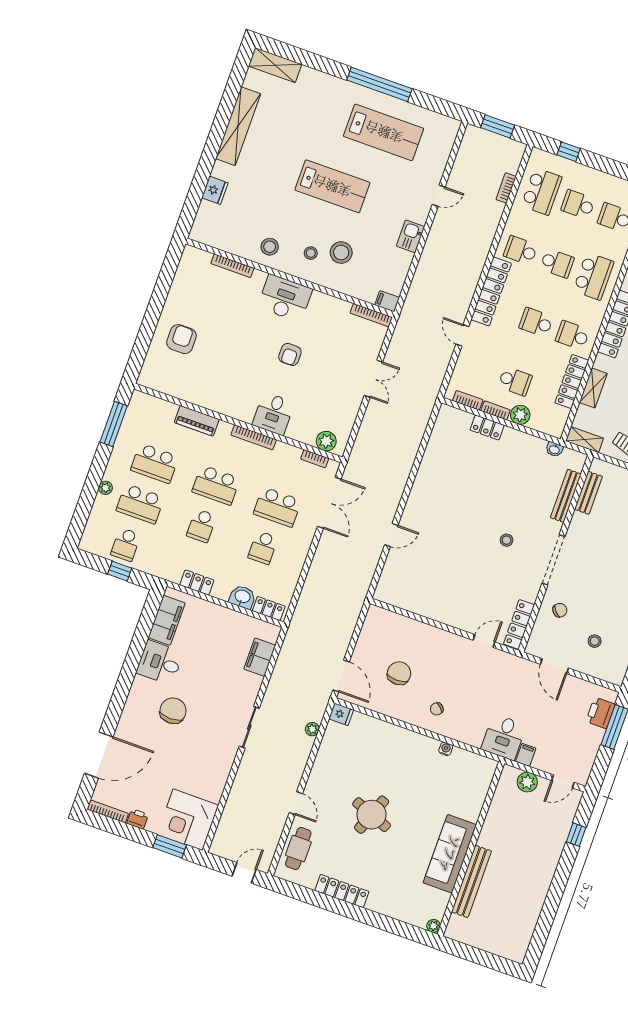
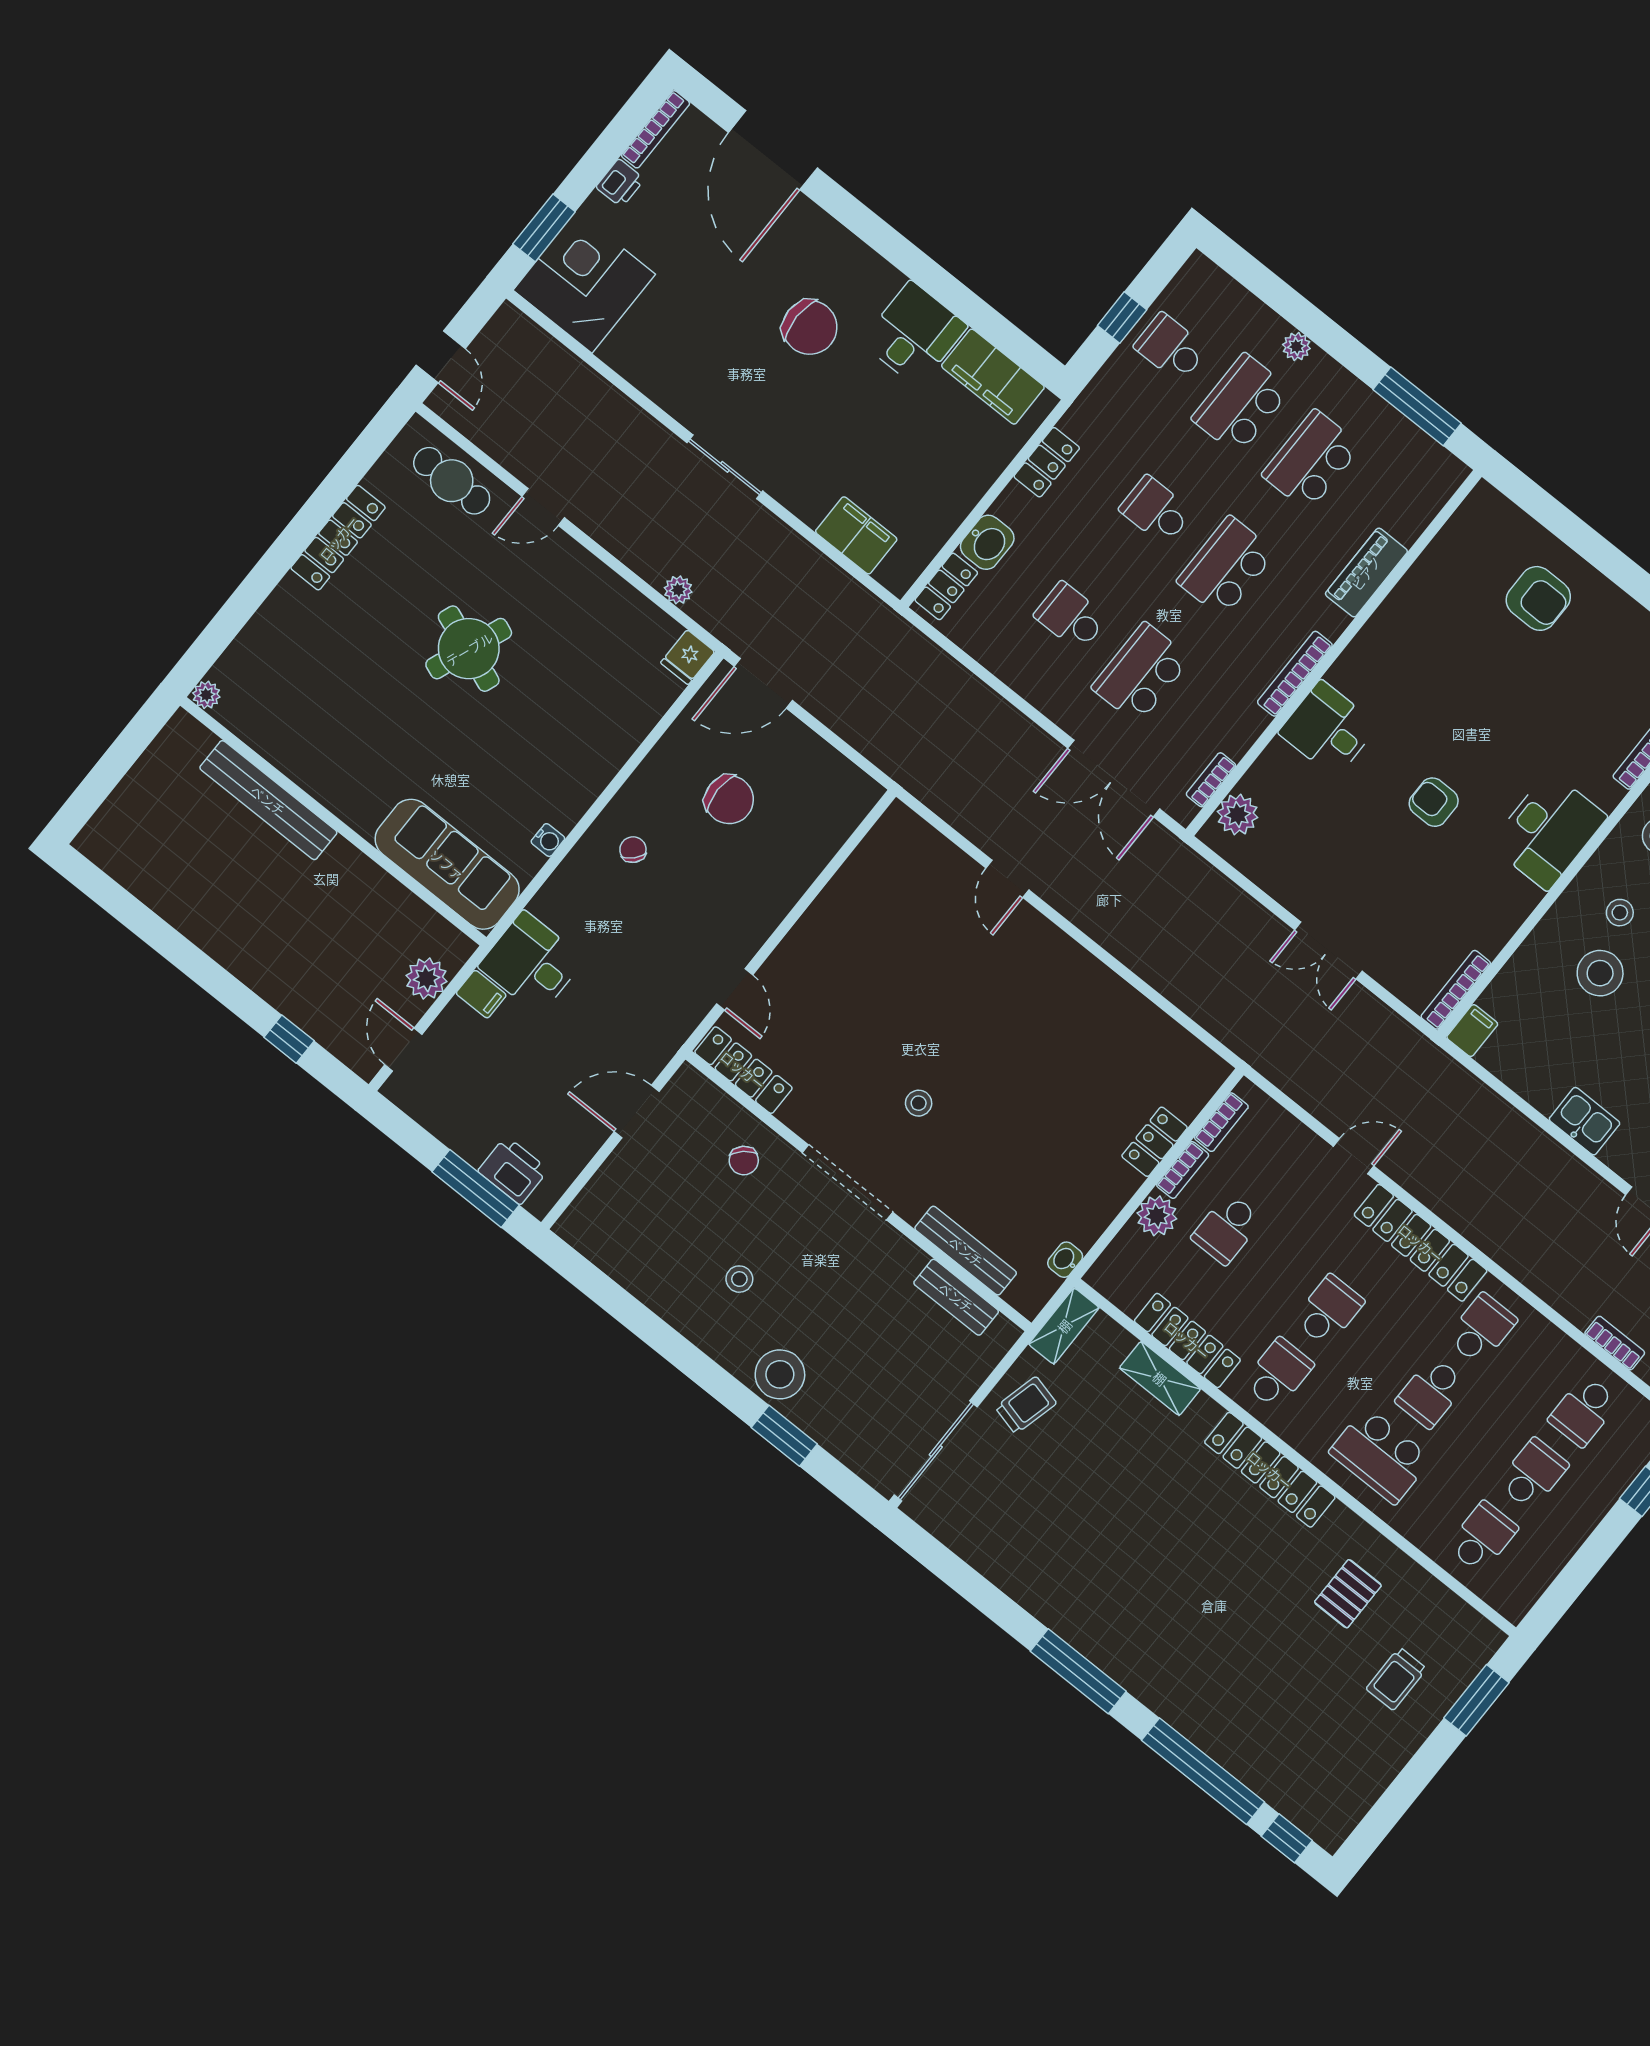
school desk: (542, 191) -> (1584, 1411), width x0.54
stool: (595, 641) -> (739, 1279), moved
sofa: (450, 854) -> (447, 864), moved

